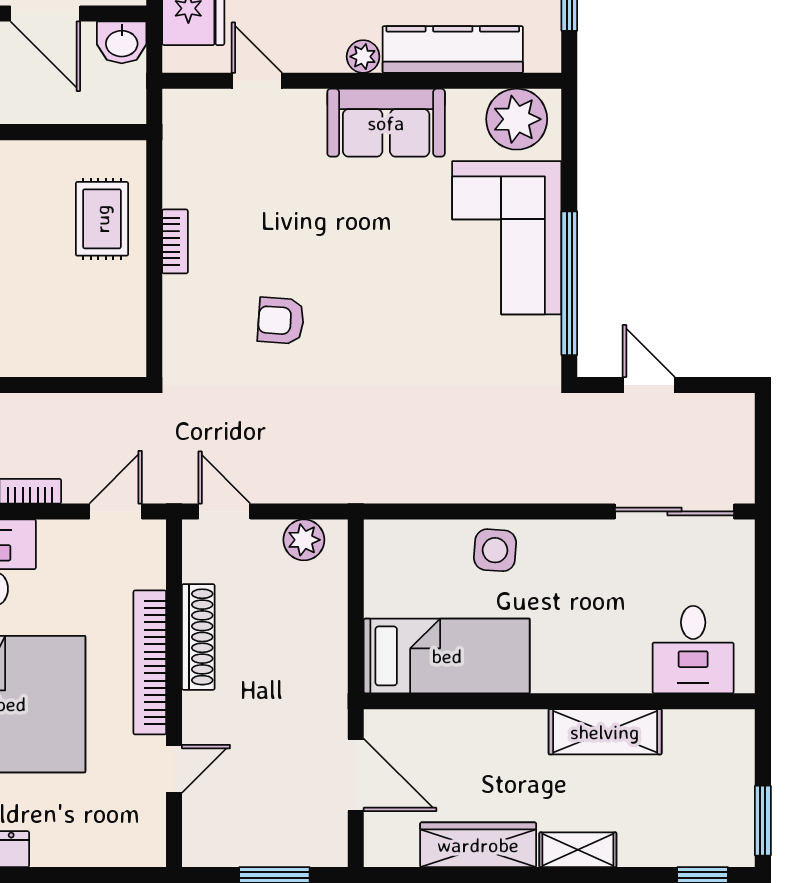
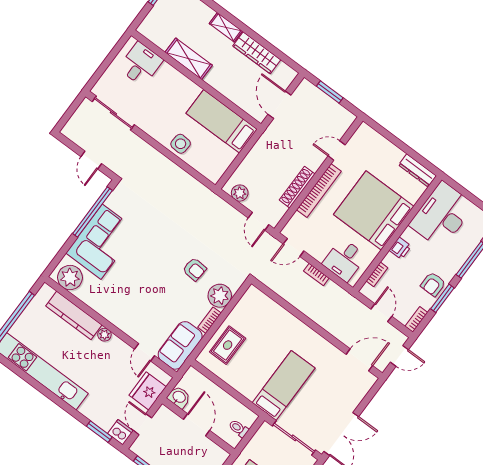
sofa: (386, 123) -> (180, 345), moved, turned -90
plant: (191, 305) -> (220, 296), added

